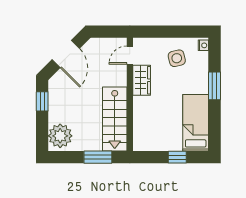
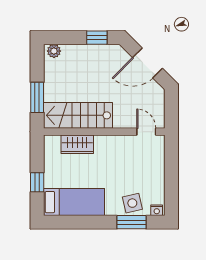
side table: (177, 58) -> (132, 203), moved
wardrobe: (142, 80) -> (77, 144), moved
window: (214, 86) -> (132, 222), moved
plant: (60, 136) -> (54, 51), width x0.53, depth x0.53

